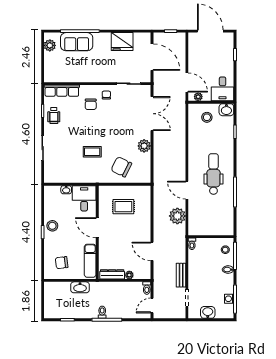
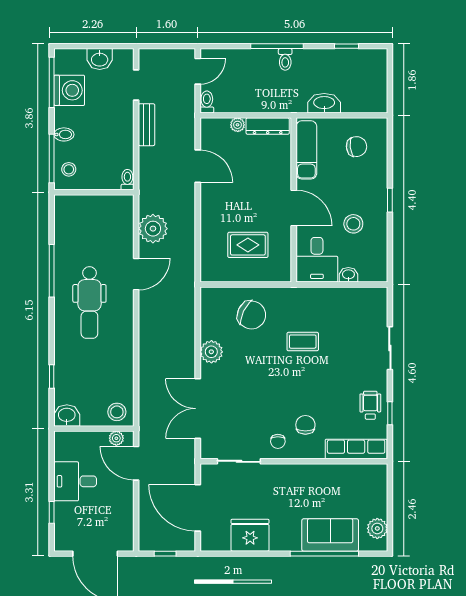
desk: (223, 89) -> (75, 481), moved, turned -90
stool: (207, 117) -> (117, 412), moved
door: (187, 190) -> (136, 274), hinge flipped
stool: (52, 226) -> (353, 224), moved
washing machine: (229, 299) -> (69, 90), width x1.89, depth x1.89

